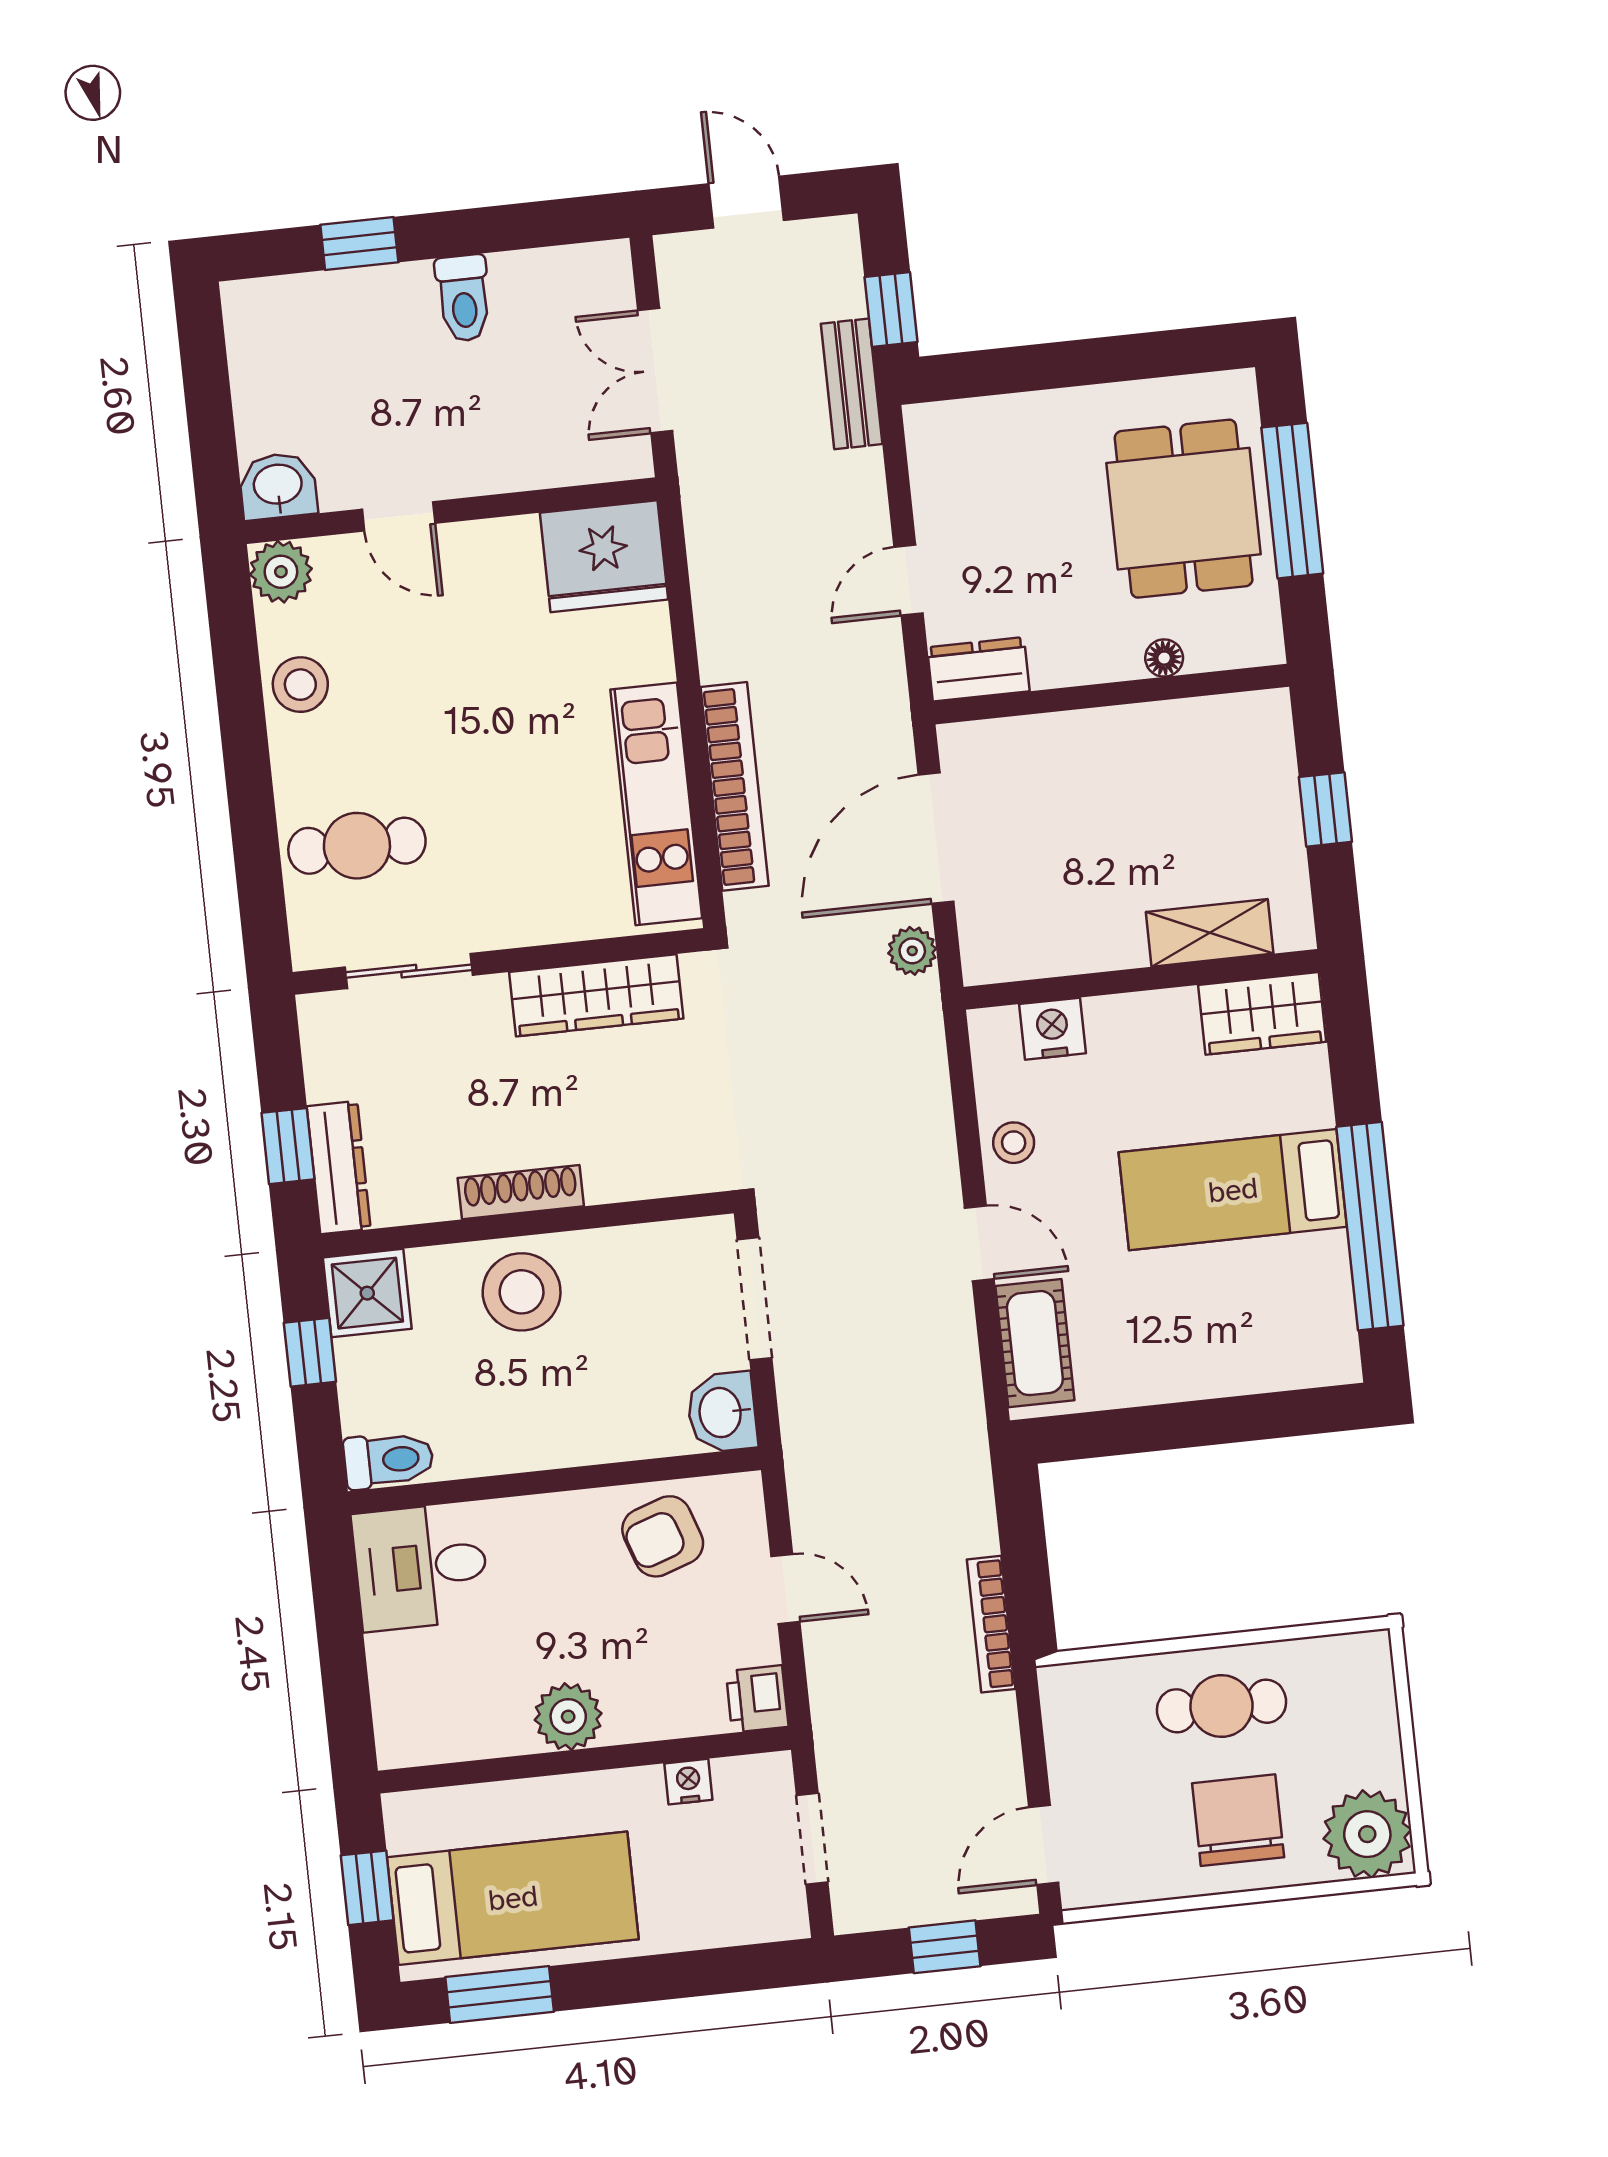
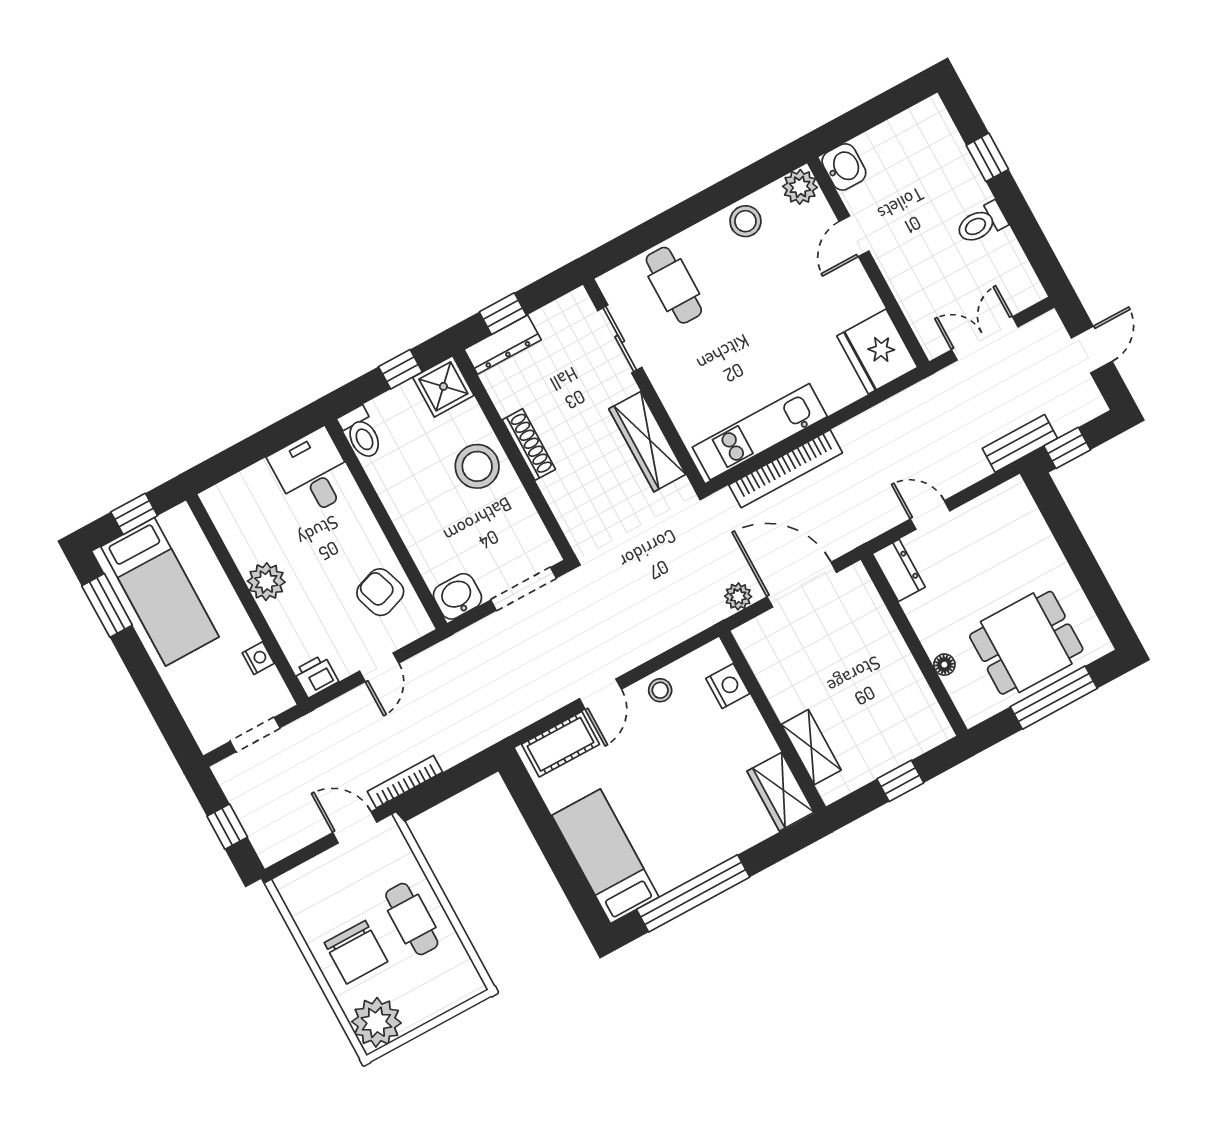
bed: (1233, 1190) -> (605, 856), moved
chair: (1238, 1820) -> (356, 952), turned 90
door: (1044, 1845) -> (355, 827), moved

